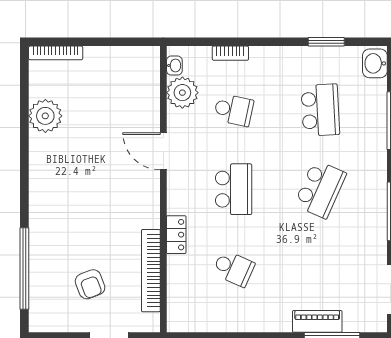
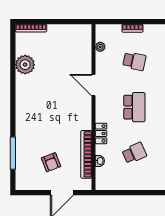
washbasin: (174, 66) -> (100, 161), moved
plant: (182, 93) -> (100, 47), width x0.53, depth x0.53
window: (24, 268) -> (13, 153), width x0.68
school desk: (234, 268) -> (134, 153), turned -48

